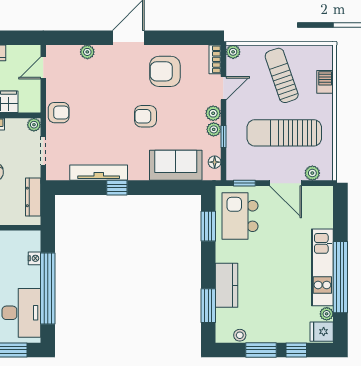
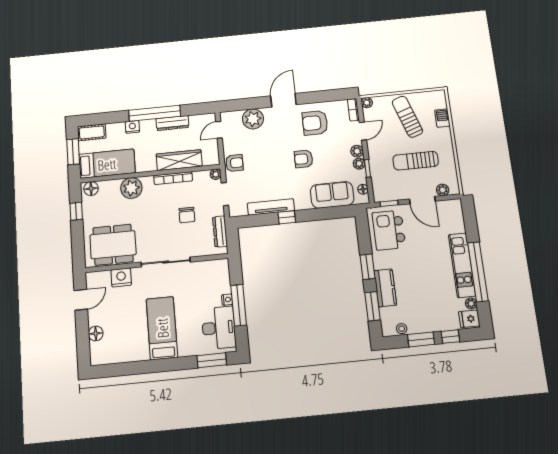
plant: (87, 52) -> (253, 119), width x1.87, depth x1.87
sun lounger: (284, 133) -> (416, 161), width x0.73, depth x0.75
window: (208, 226) -> (367, 267), moved
nightstand: (34, 258) -> (227, 300), moved
window: (48, 288) -> (239, 305), width x0.68

